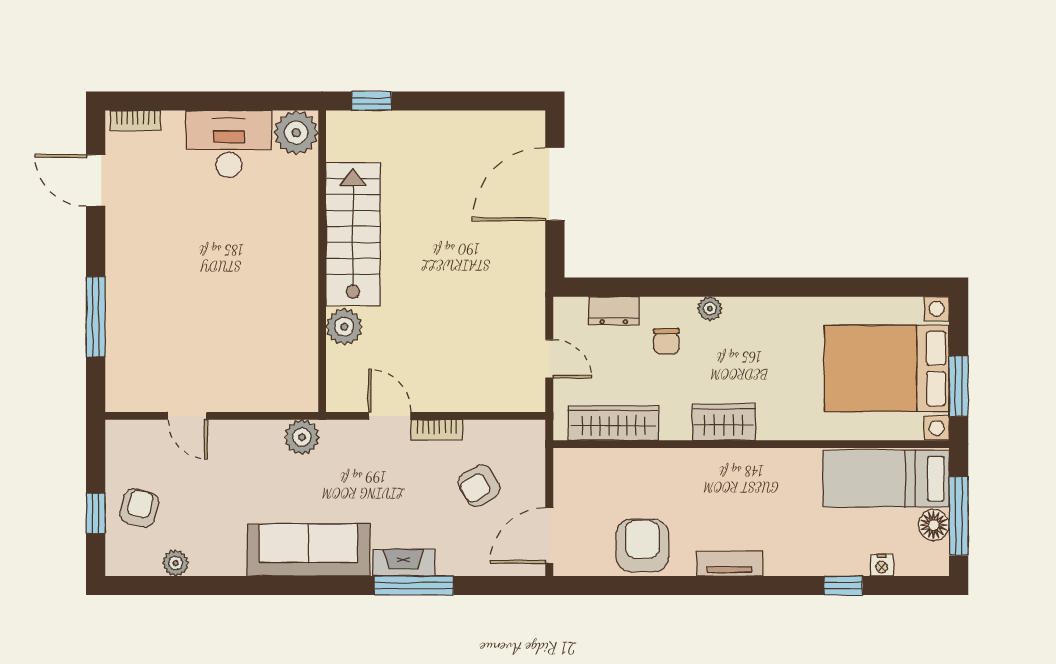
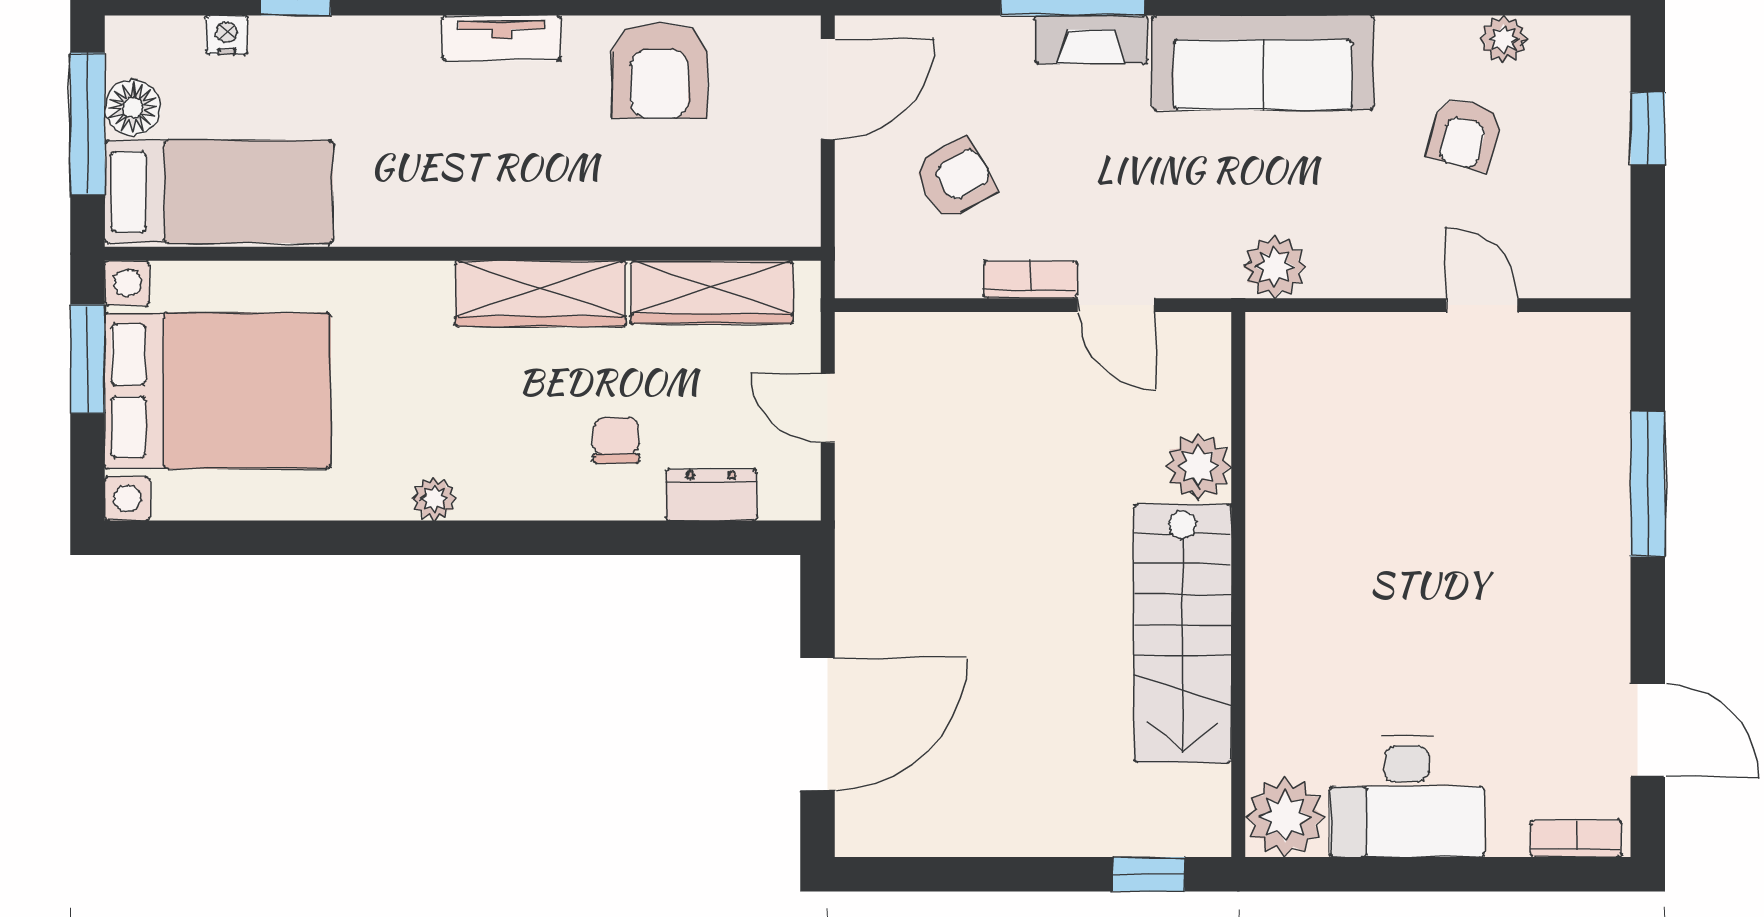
plant: (710, 309) -> (434, 499), moved
wardrobe: (724, 422) -> (541, 294), width x1.50
armchair: (139, 508) -> (1465, 134), moved

